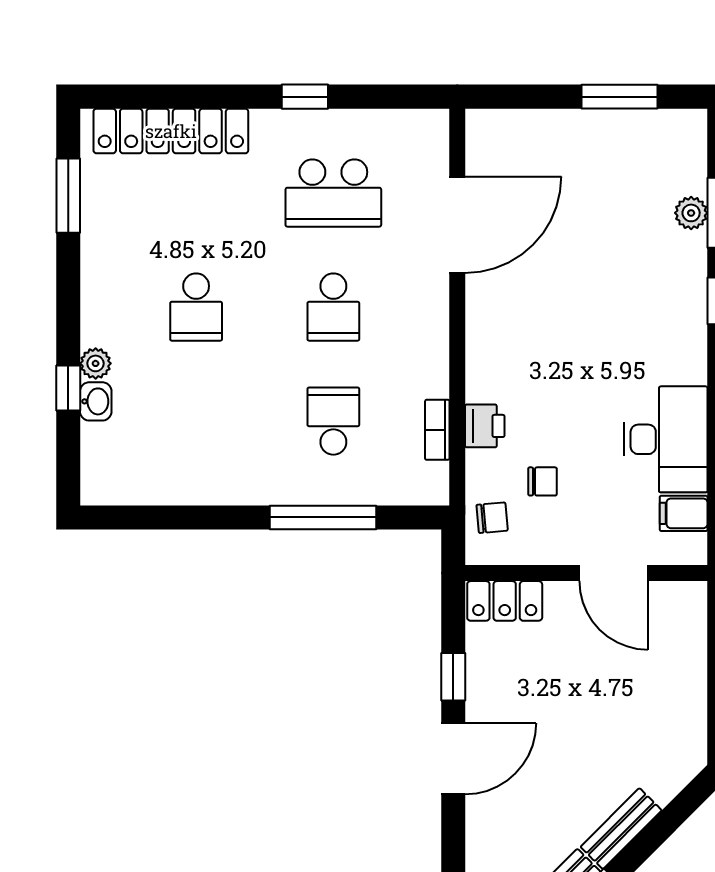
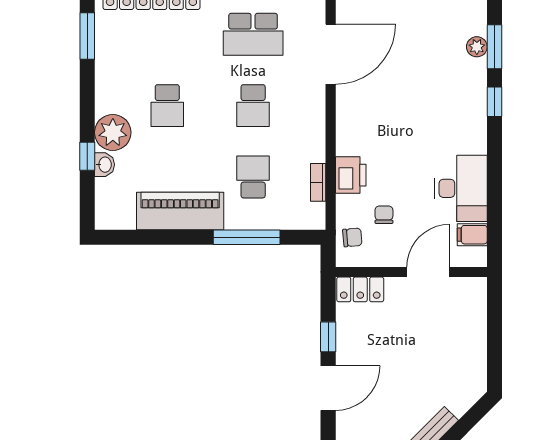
plant: (96, 363) -> (113, 132), width x1.88, depth x1.88
printer: (485, 426) -> (351, 175), width x1.36, depth x1.24
piano: (217, 475) -> (180, 211), added
chair: (543, 481) -> (384, 215), turned -90
door: (614, 573) -> (428, 272), swing flipped

